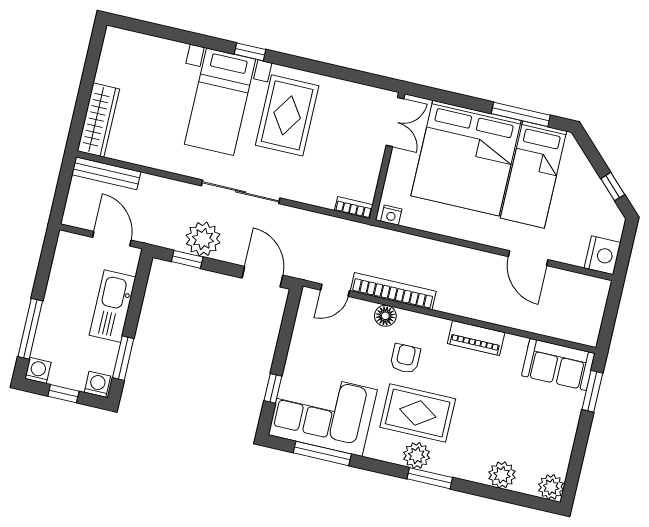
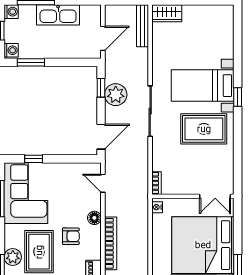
wardrobe: (98, 120) -> (167, 13), width x0.67
bookcase: (393, 291) -> (111, 243), moved
kitchen sink: (113, 306) -> (58, 15), moved, turned 180

